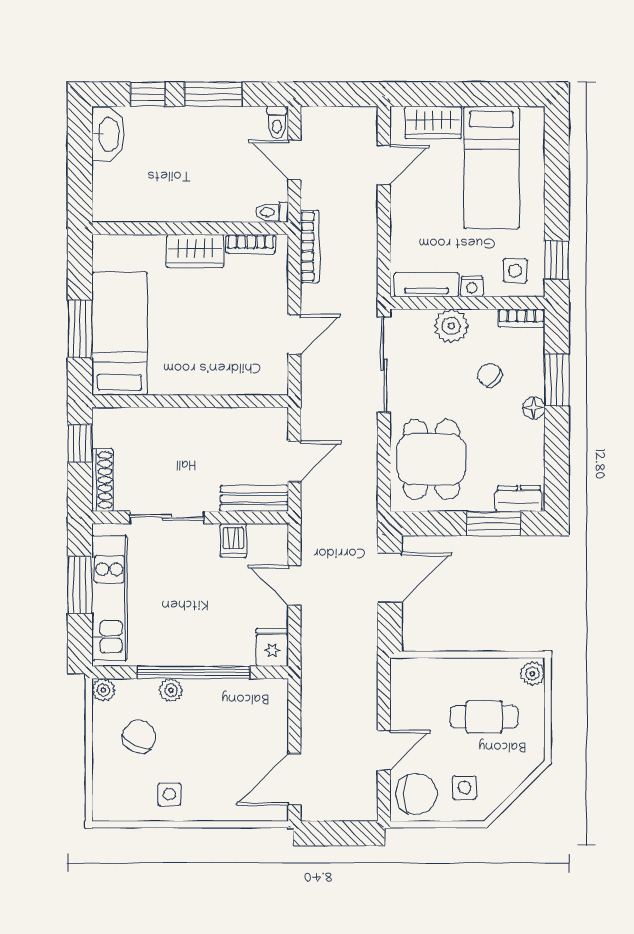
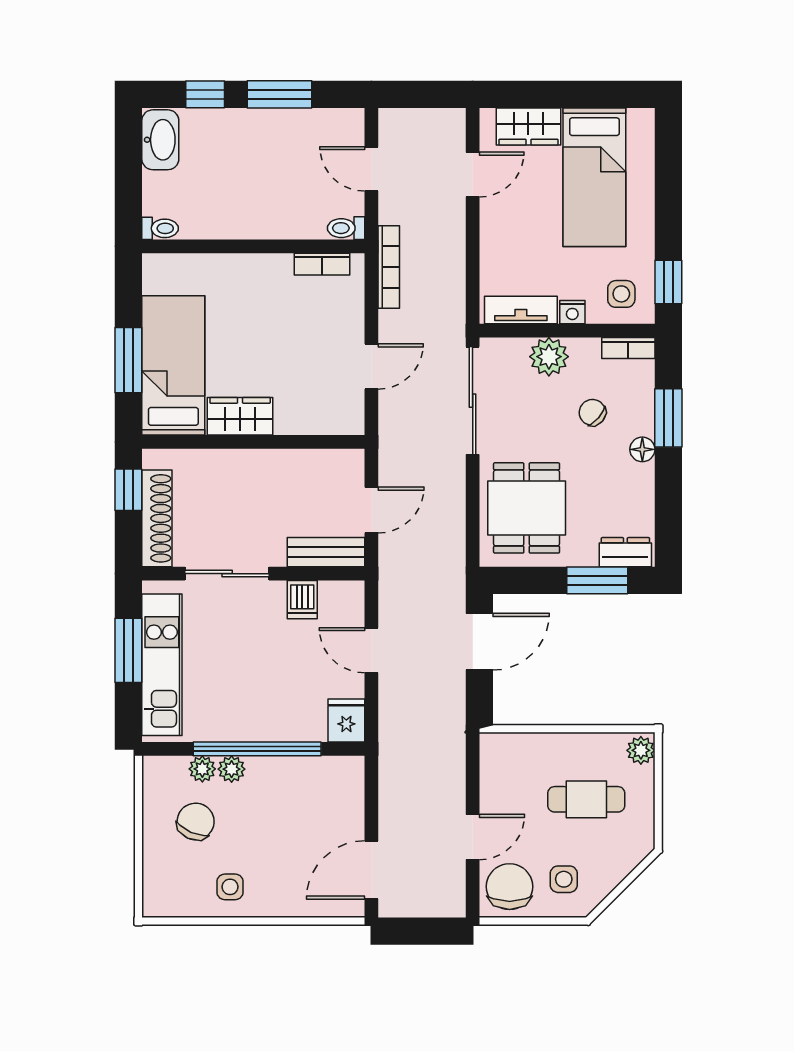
toilet: (277, 122) -> (160, 228), moved, turned -90
wardrobe: (195, 251) -> (240, 416), moved, turned 180
shoe rack: (102, 480) -> (157, 518), width x1.36, depth x1.24
plant: (103, 690) -> (202, 769), moved
chair: (416, 794) -> (510, 887), turned -90

